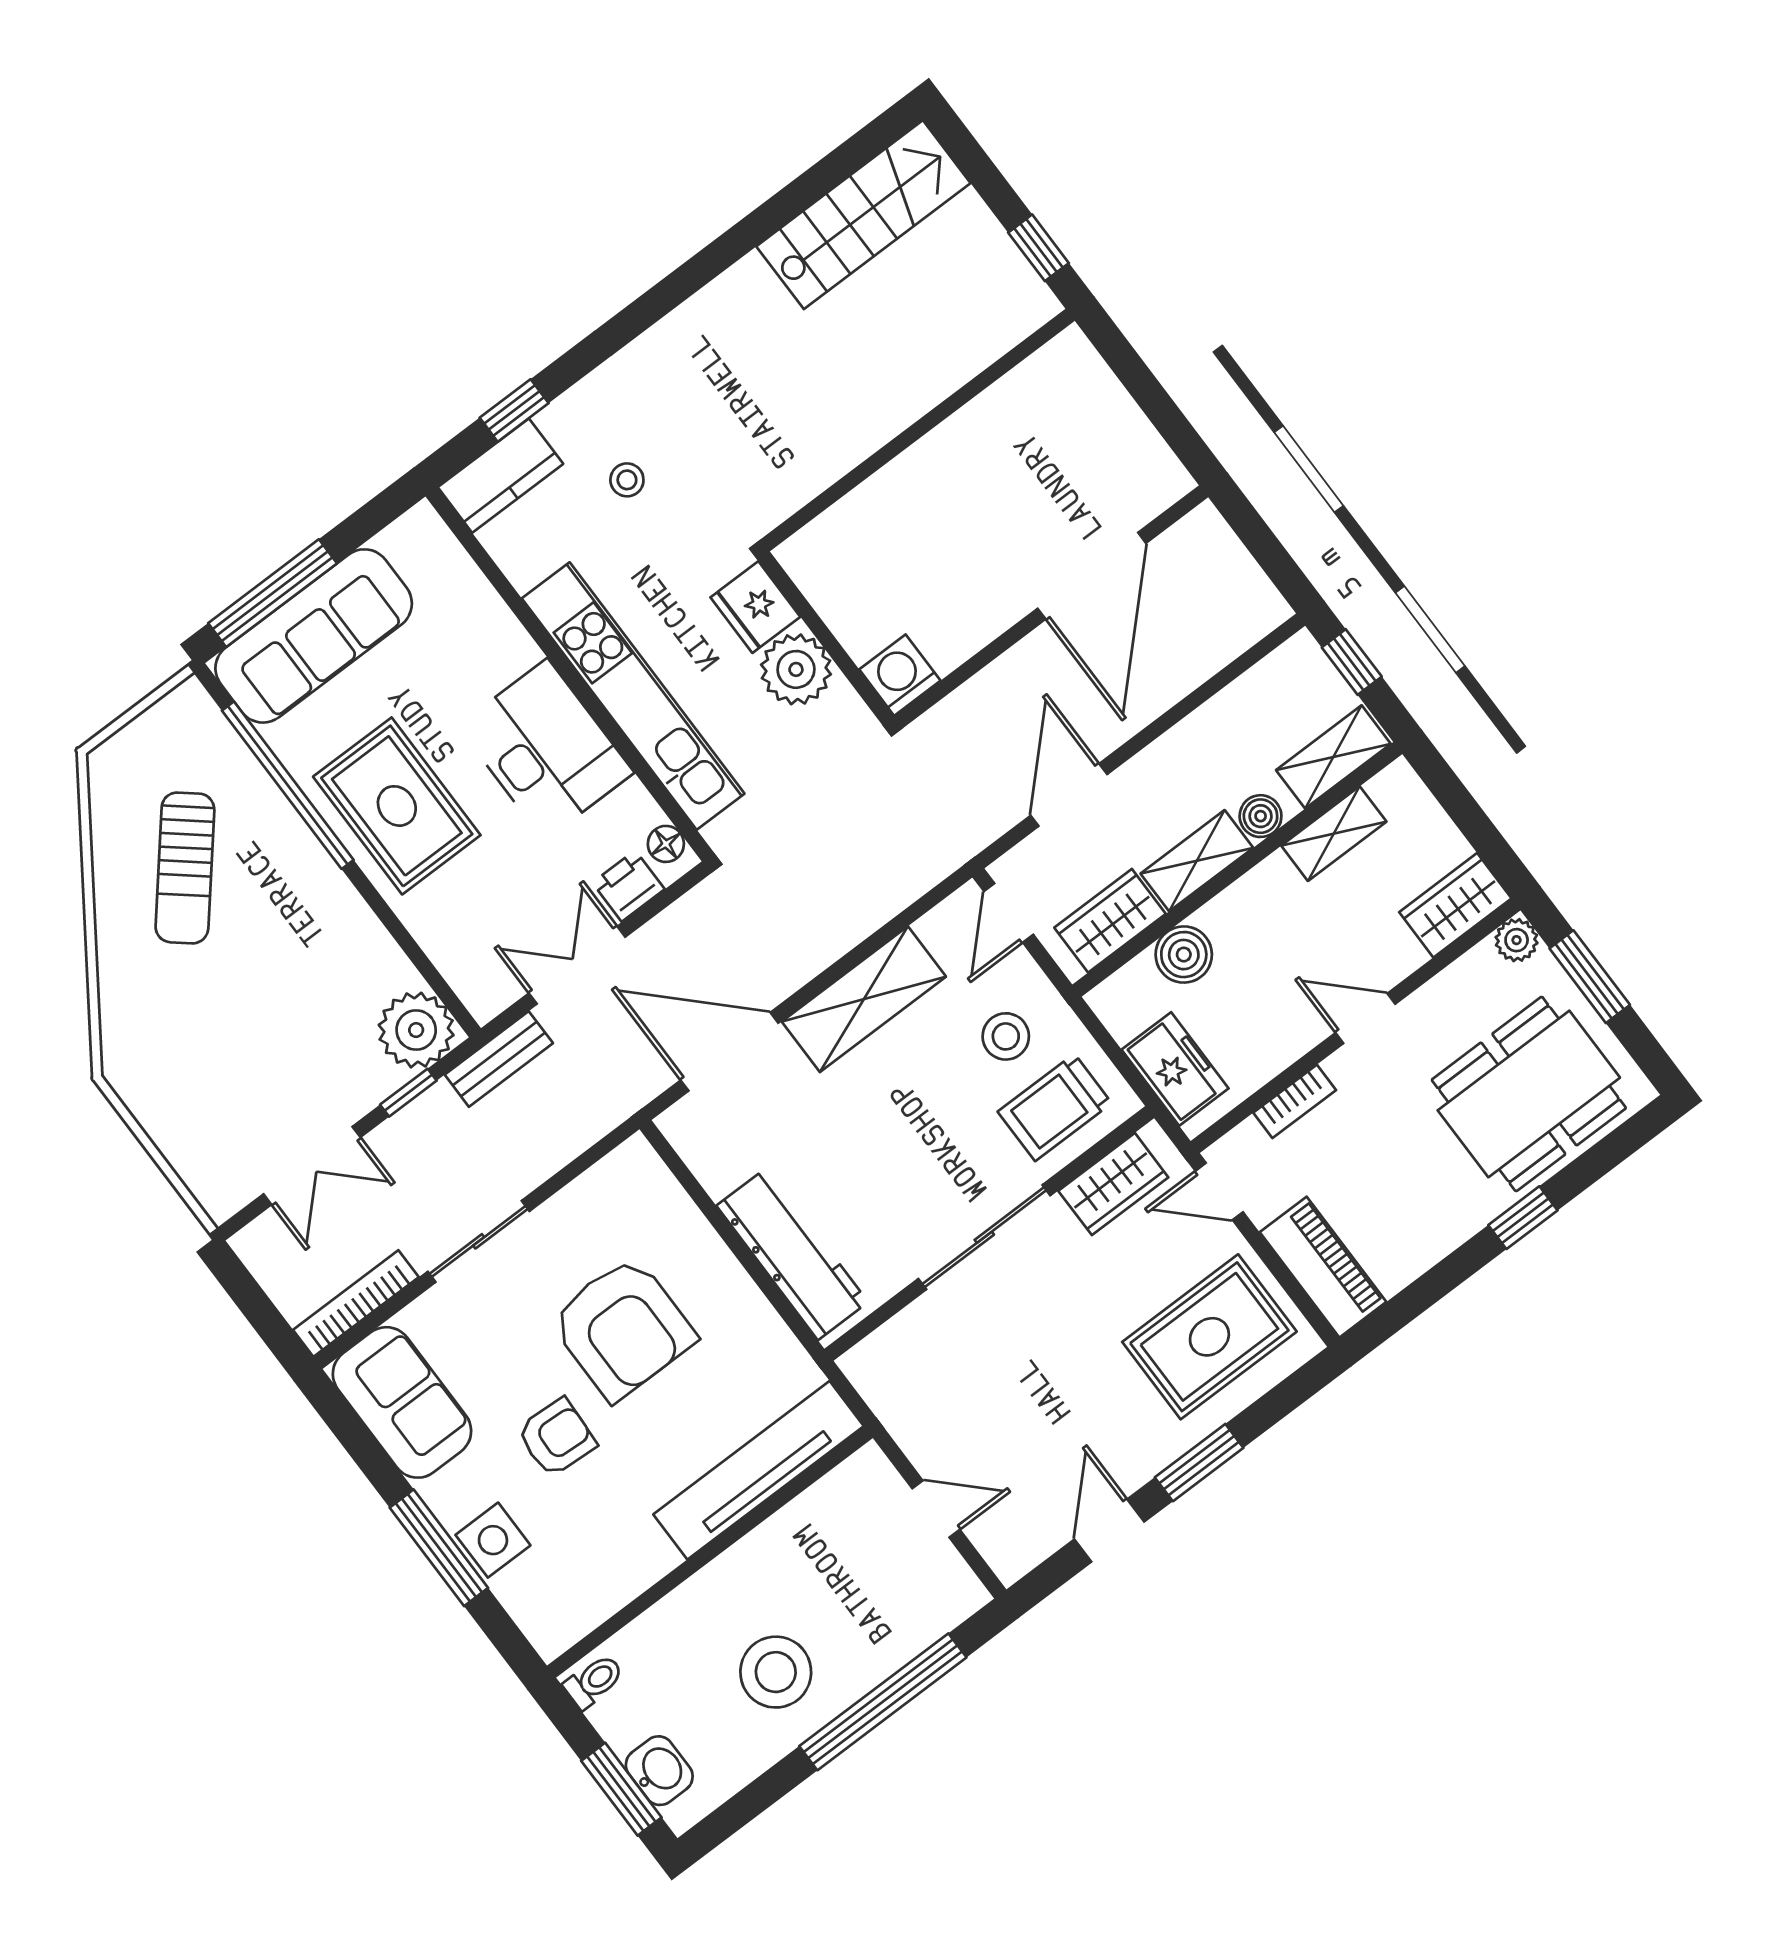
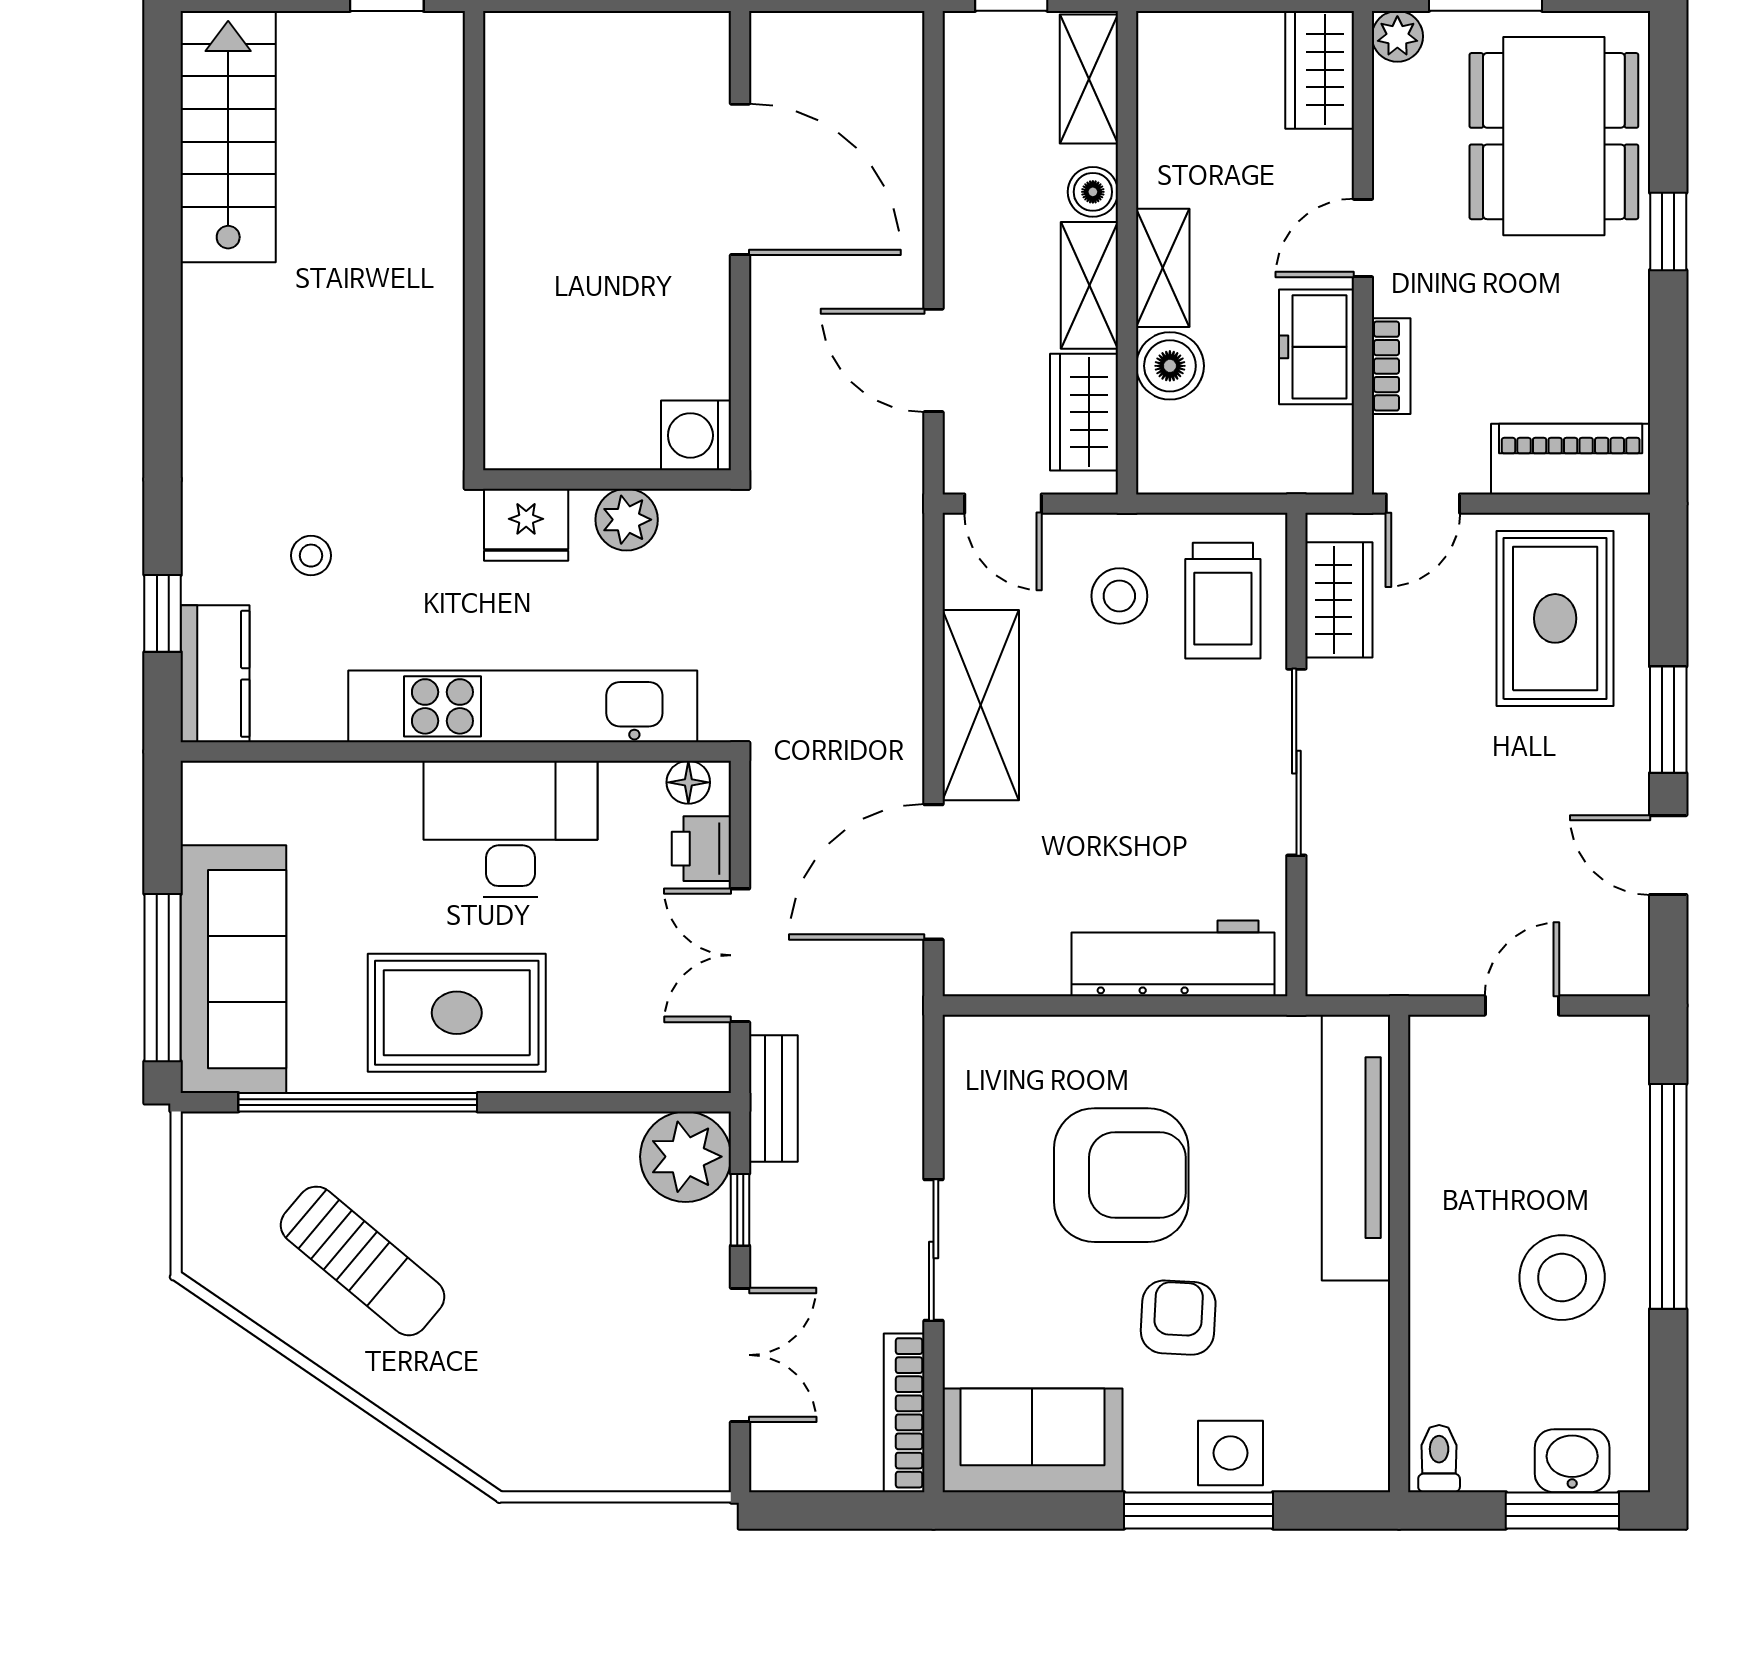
plant: (796, 669) -> (627, 520), width x0.73, depth x0.73
shelving: (1334, 834) -> (1163, 268), moved
freezer: (1175, 1069) -> (1316, 347), moved, turned -90

